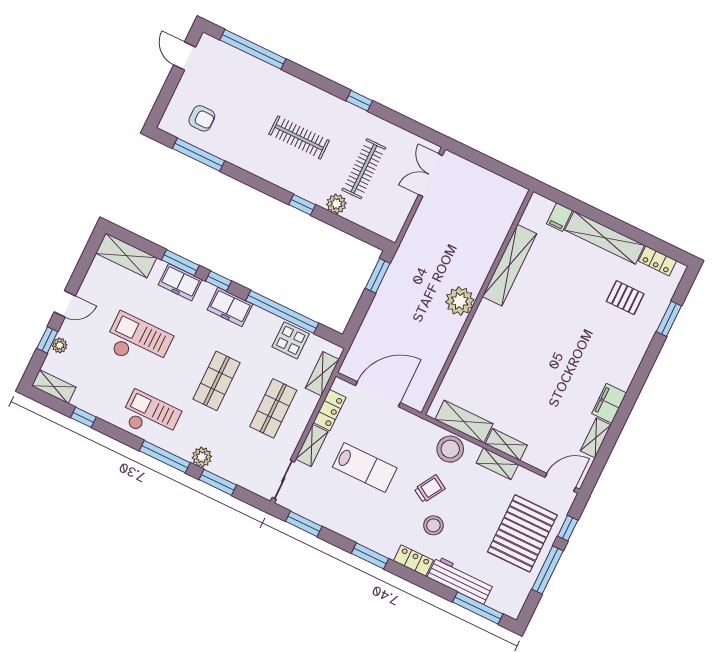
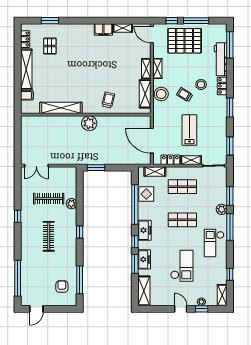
window: (302, 205) -> (80, 232), moved
checkout: (138, 342) -> (182, 266), turned 180
trolley: (484, 353) -> (108, 100), added

